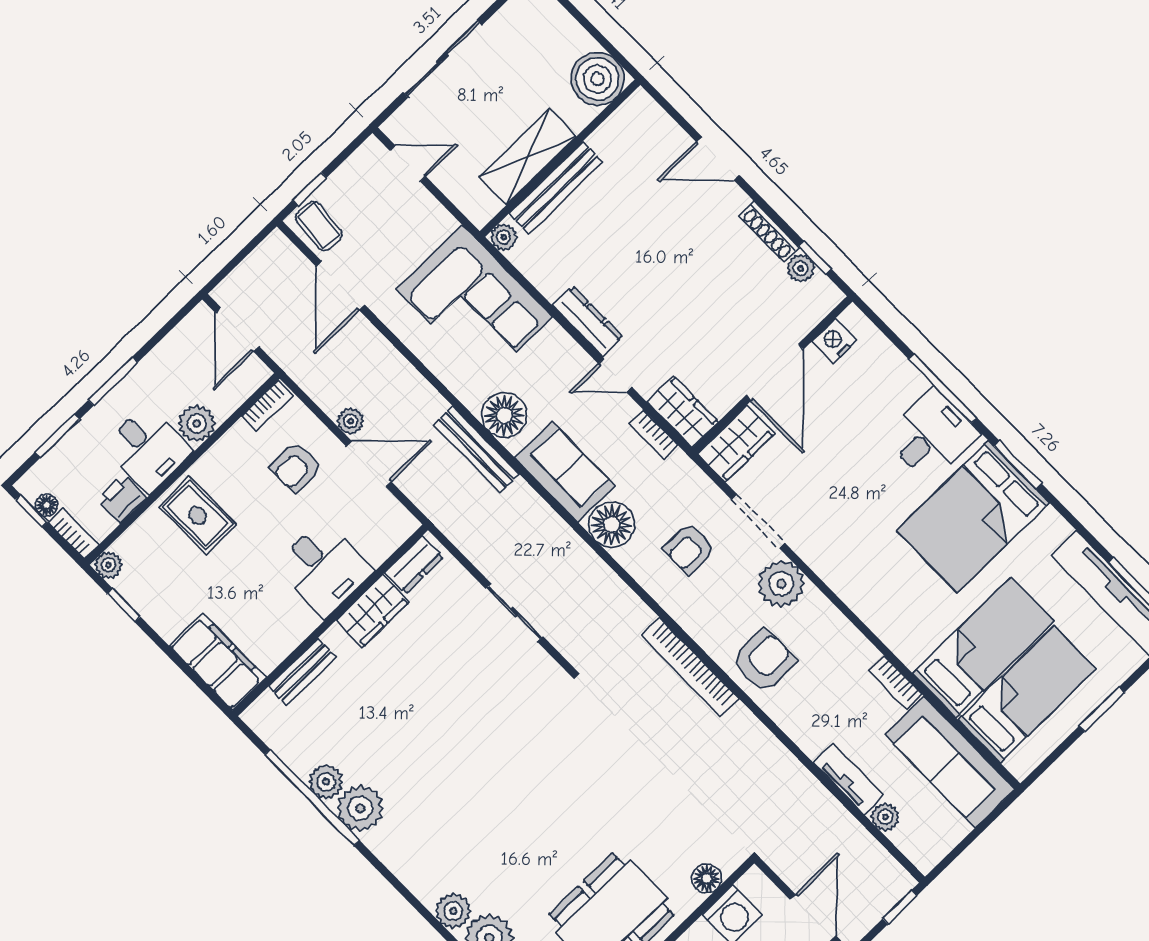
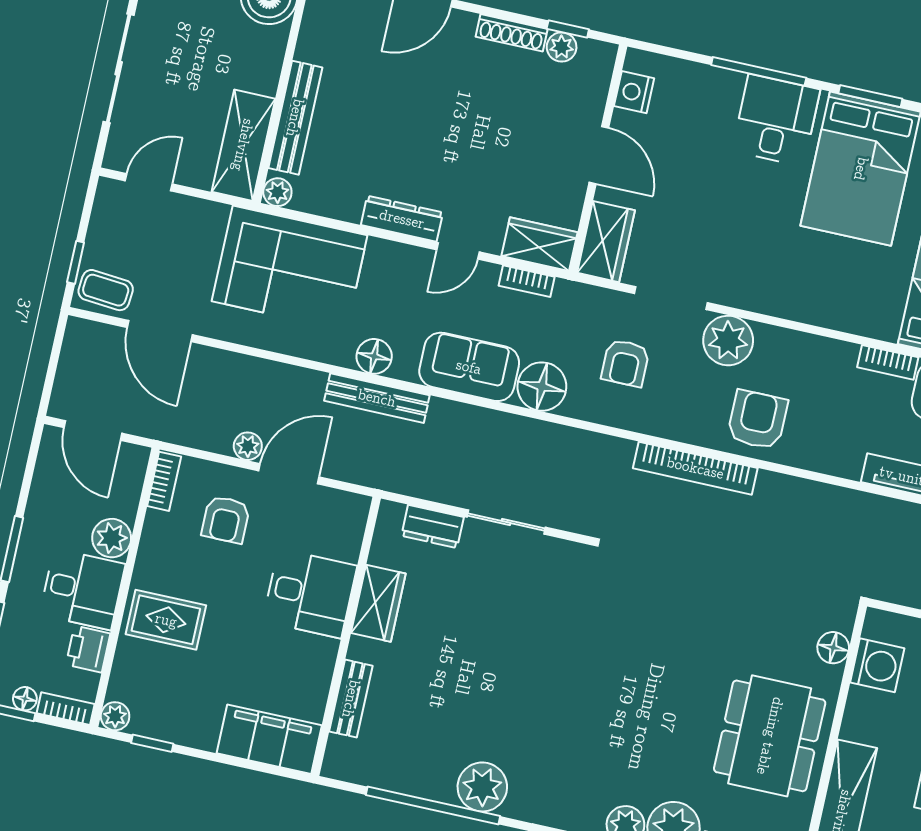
shelving: (528, 157) -> (243, 145), moved
door: (775, 372) -> (599, 155), width x0.73
floor lamp: (504, 415) -> (374, 356), width x0.73, depth x0.73
dresser: (414, 565) -> (433, 526), moved, turned 90
plant: (326, 782) -> (436, 783), removed

